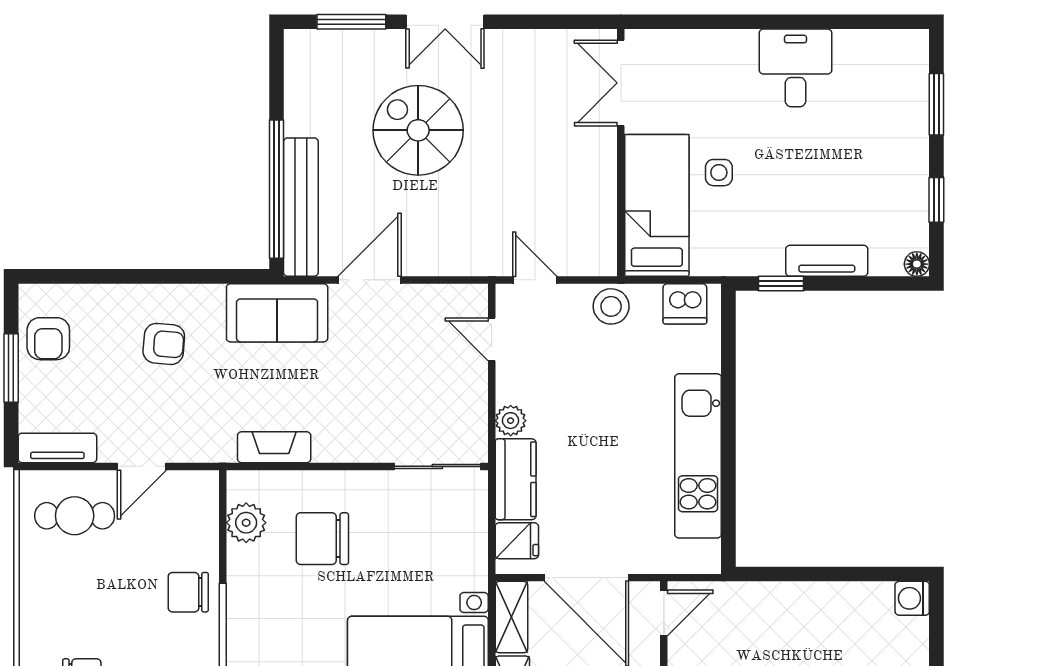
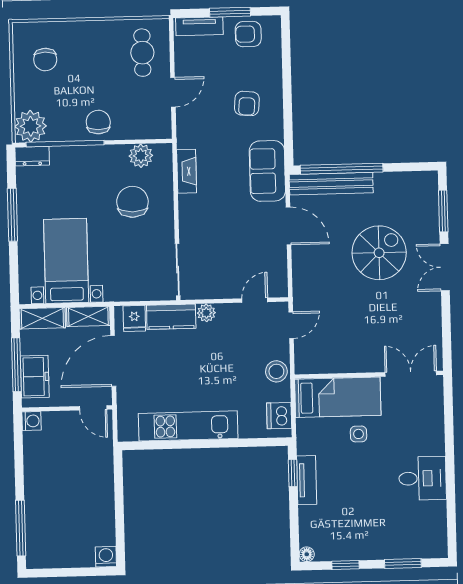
tv unit: (827, 261) -> (307, 480), moved
tv unit: (57, 448) -> (199, 26), moved, turned 90
door: (142, 466) -> (173, 92), swing flipped

